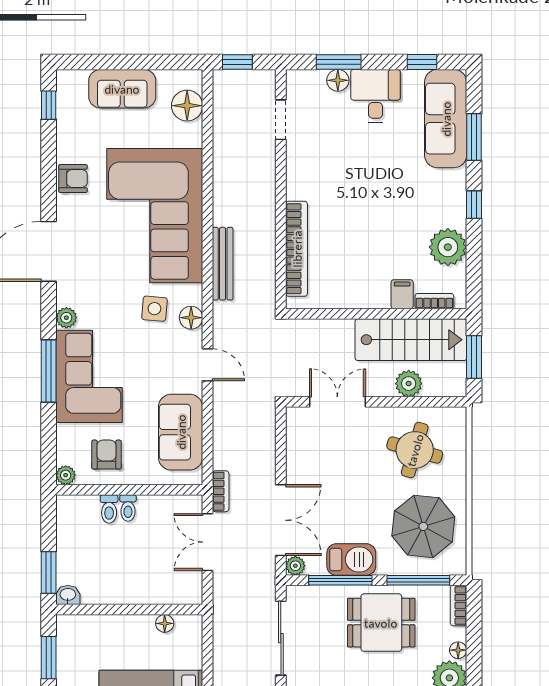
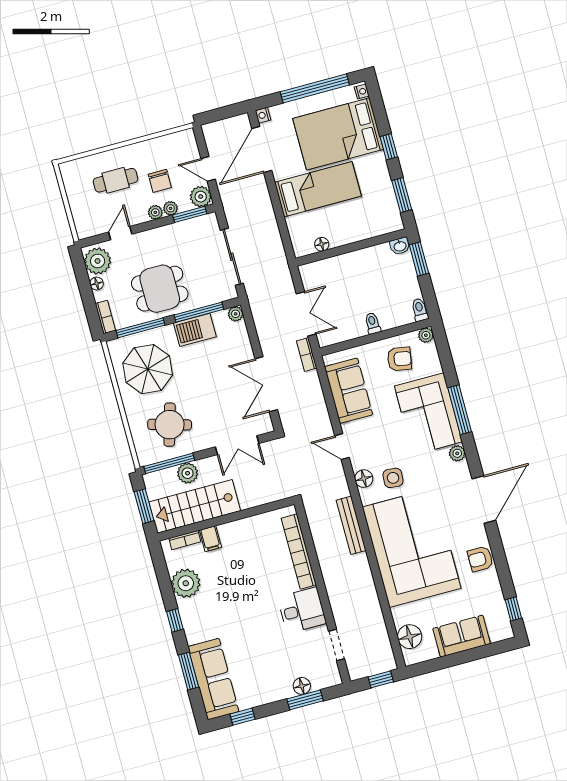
desk: (376, 96) -> (302, 610), moved, turned -90
window: (428, 402) -> (169, 463), added
armchair: (106, 455) -> (399, 359), turned -80
toilet: (109, 509) -> (420, 310), moved
double door: (281, 520) -> (266, 384), moved

